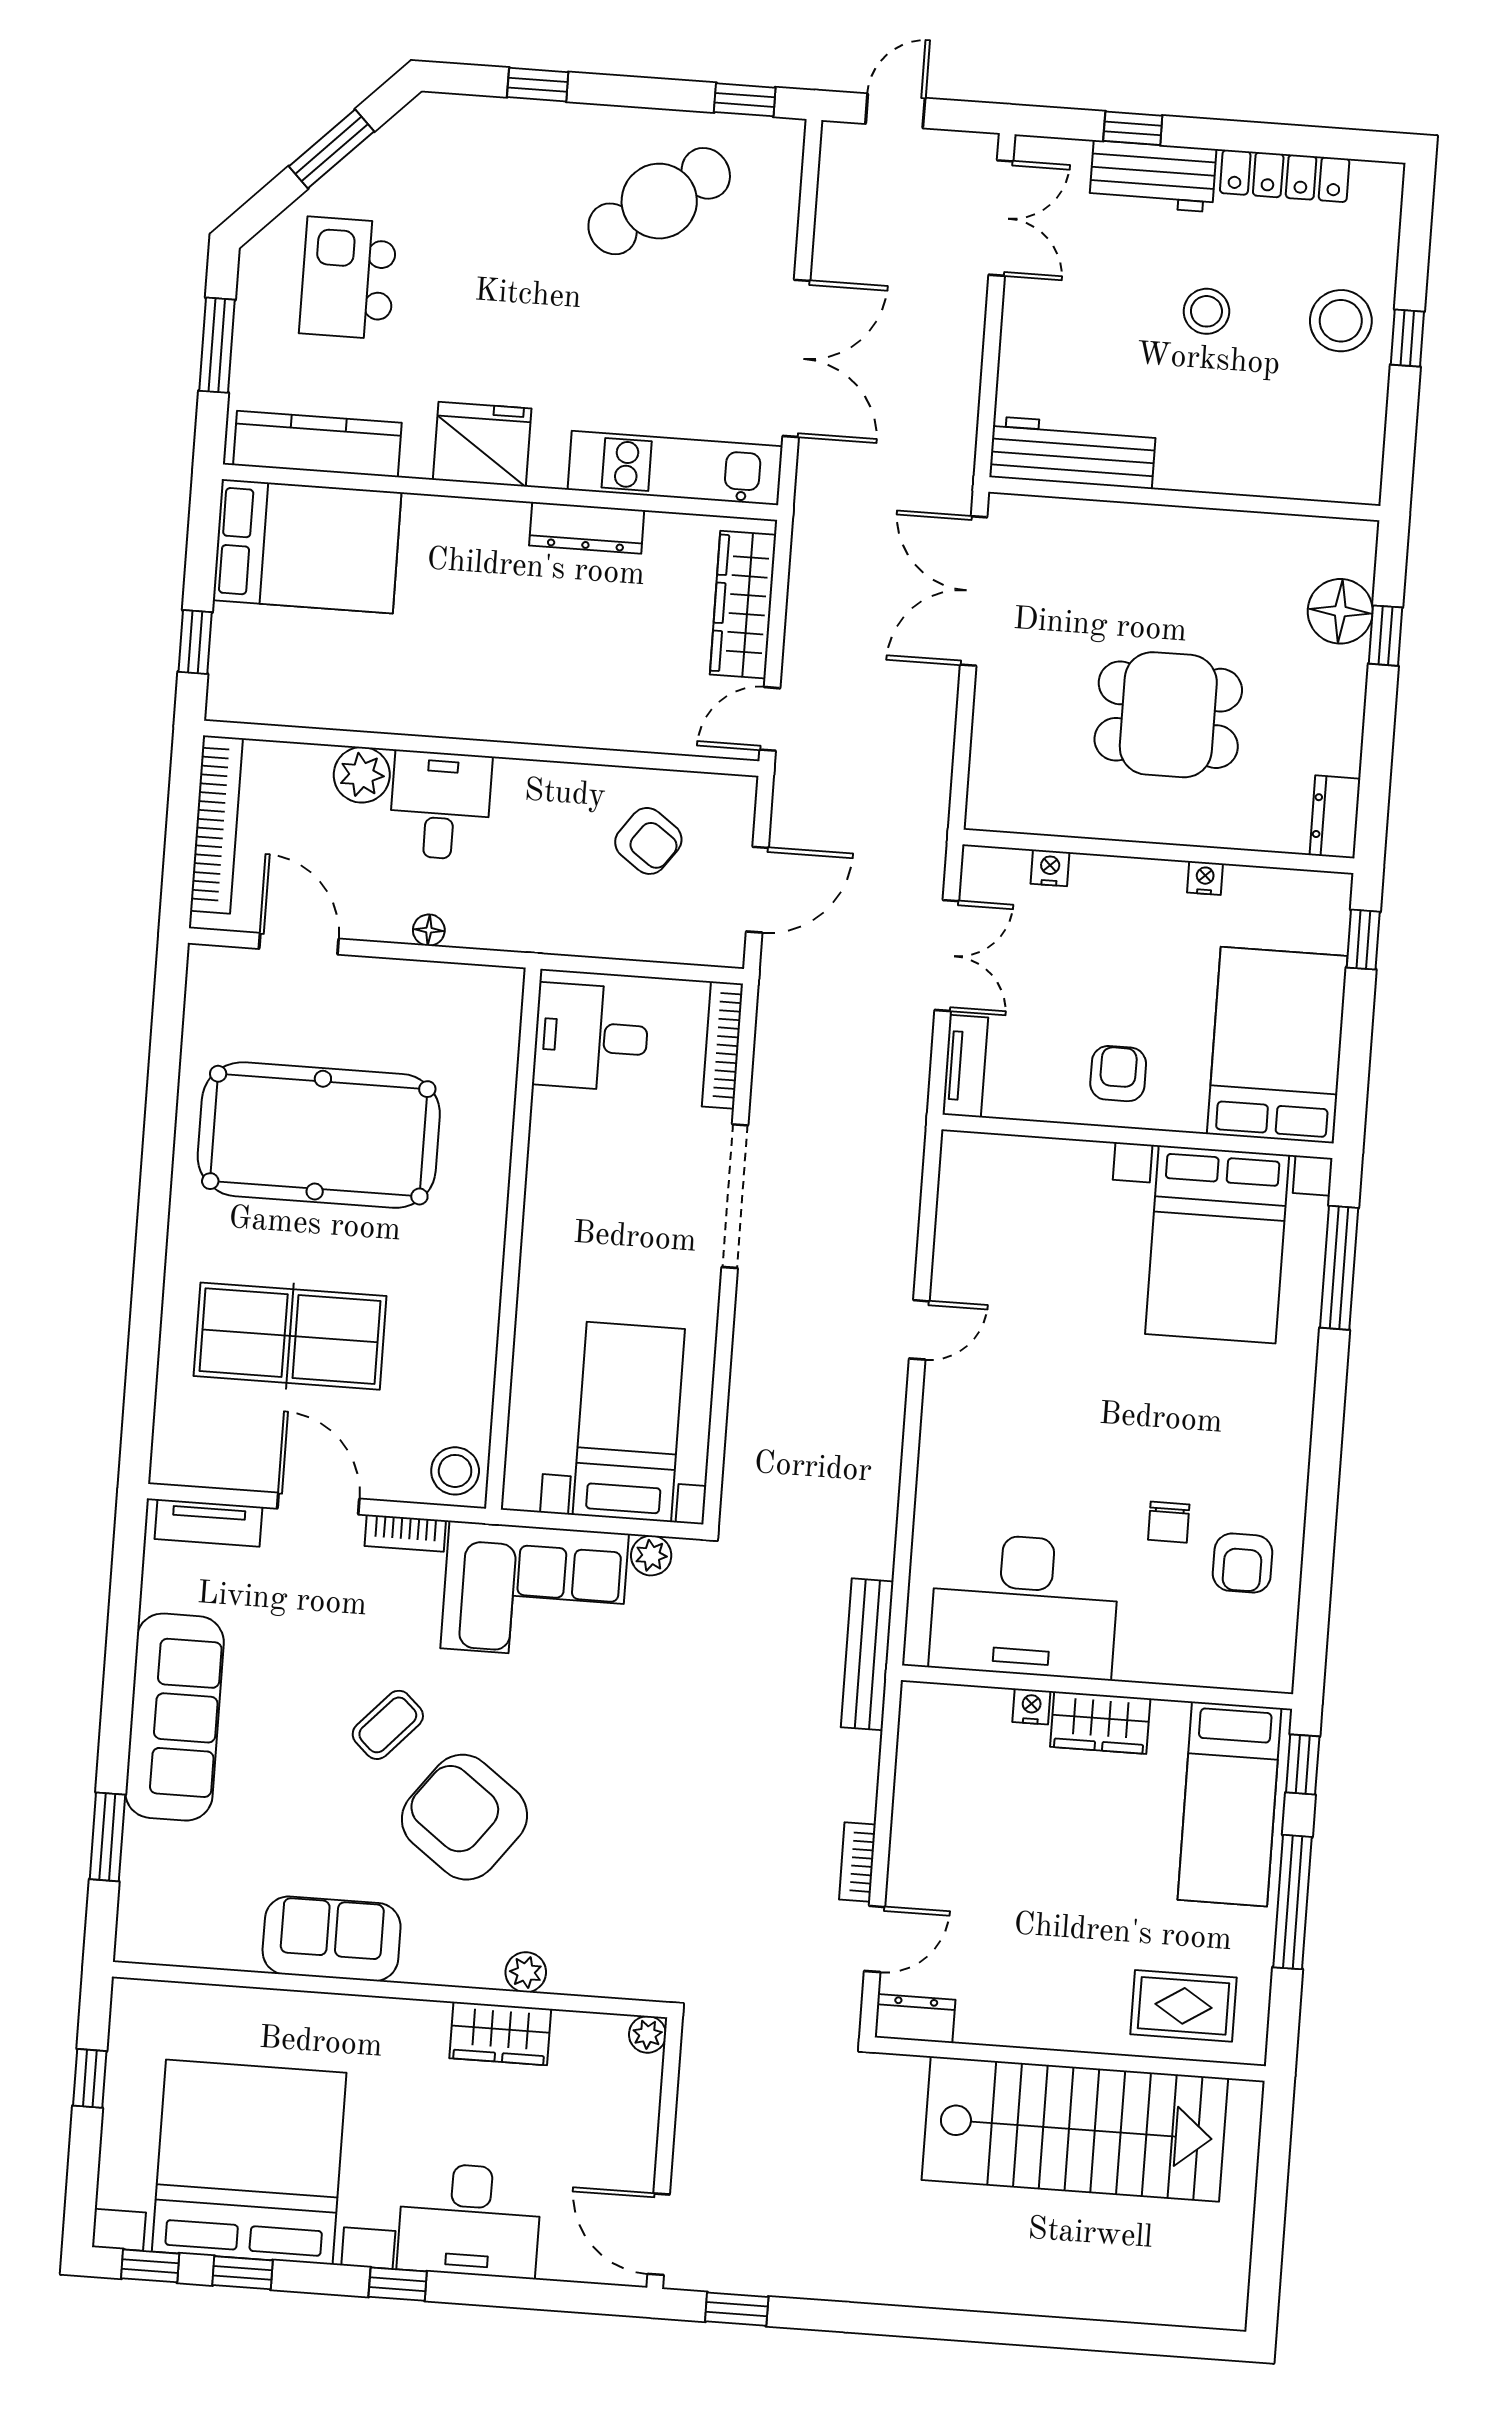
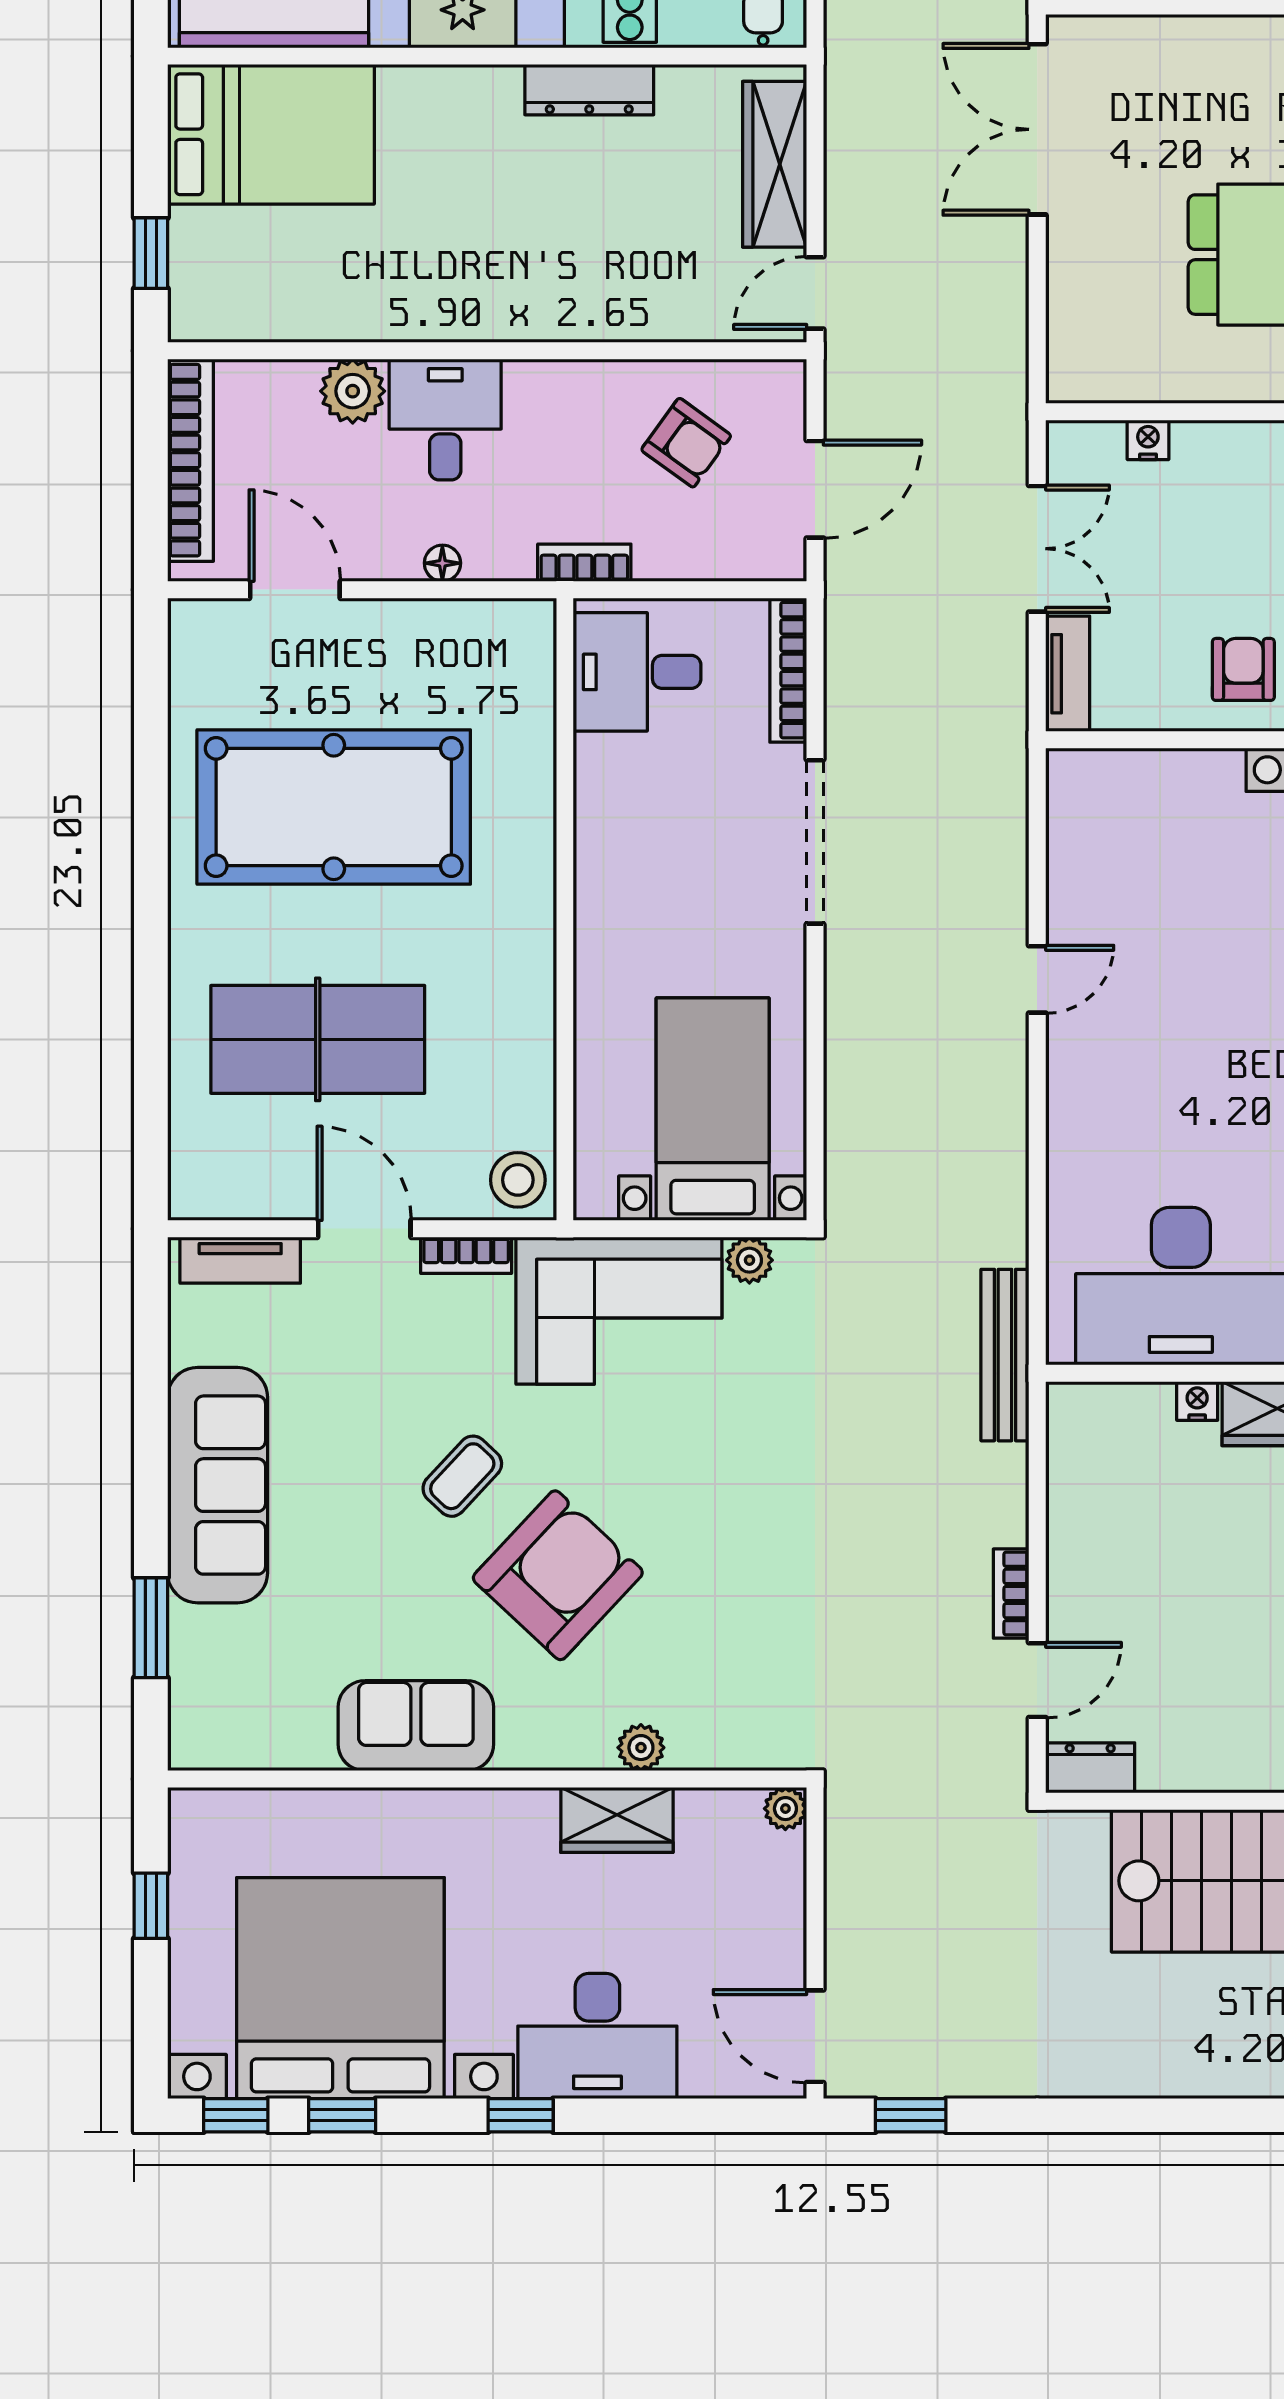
bookcase: (552, 939) -> (584, 563), added
armchair: (464, 1817) -> (558, 1575), turned 96

